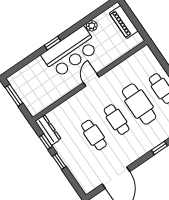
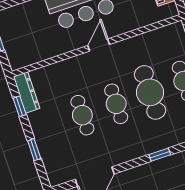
window: (59, 161) -> (34, 150), moved

